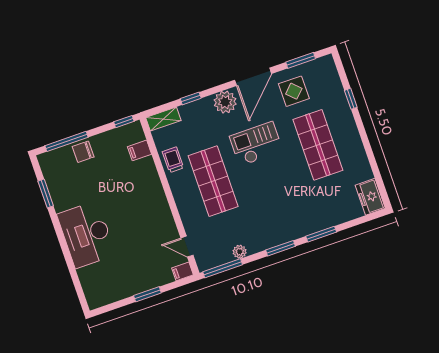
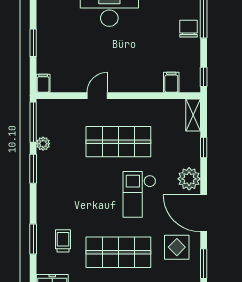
checkout: (256, 144) -> (139, 194), turned 180
trolley: (173, 160) -> (63, 241), moved, turned -90
window: (321, 234) -> (33, 239), moved
door: (187, 247) -> (97, 96), moved
window: (280, 248) -> (33, 169), moved

